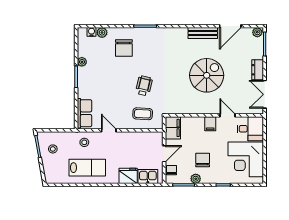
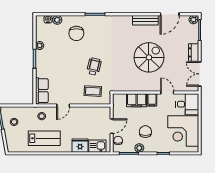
filing cabinet: (173, 128) -> (137, 100), moved, turned 90
door: (109, 130) -> (63, 106), swing flipped

